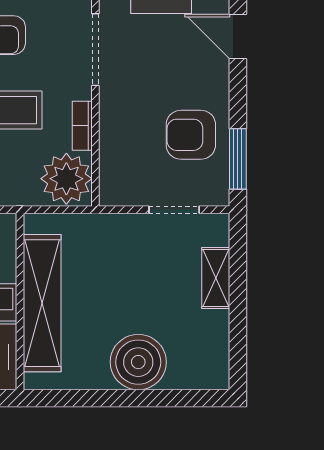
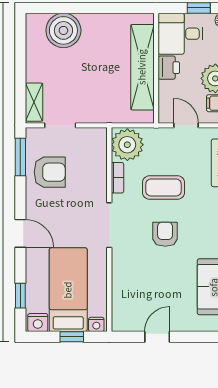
shelving: (216, 278) -> (34, 102), moved
boiler: (138, 362) -> (63, 30), moved

